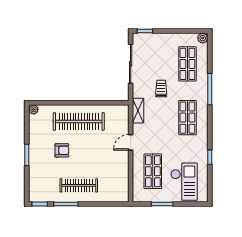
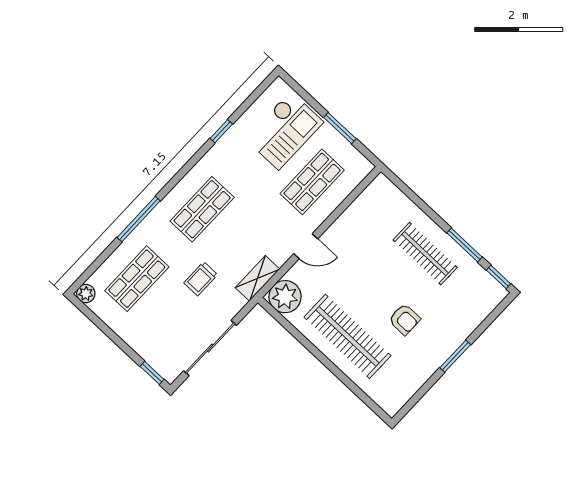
plant: (34, 109) -> (285, 297), moved, width x1.87, depth x1.87
armchair: (62, 150) -> (404, 319), turned 180
checkout: (184, 182) -> (284, 130), turned 180

